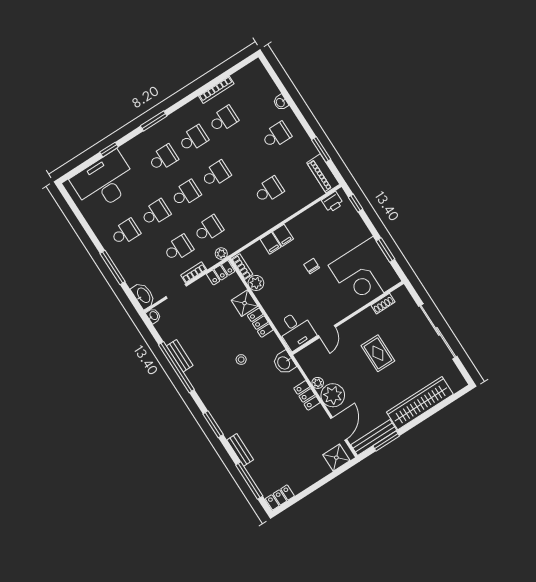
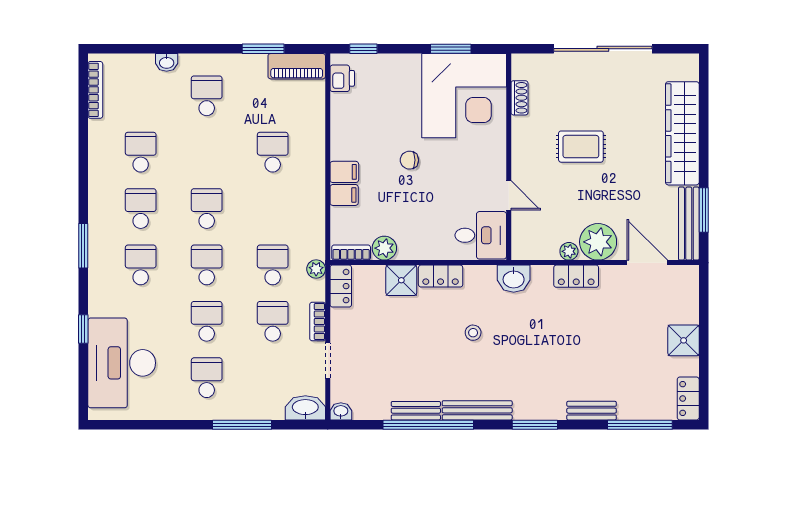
bookcase: (216, 90) -> (95, 90), moved
bench: (201, 388) -> (477, 410), added
shower: (336, 458) -> (684, 340), moved

